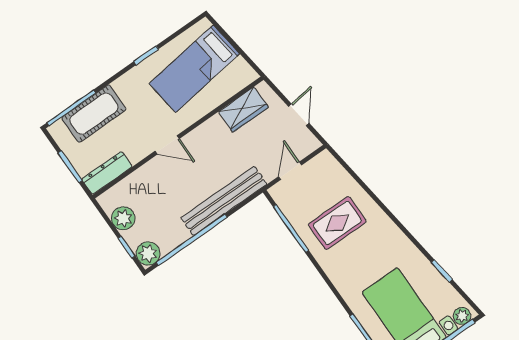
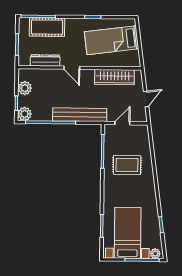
wardrobe: (243, 110) -> (114, 77), width x1.50
dresser: (107, 173) -> (45, 60), moved

